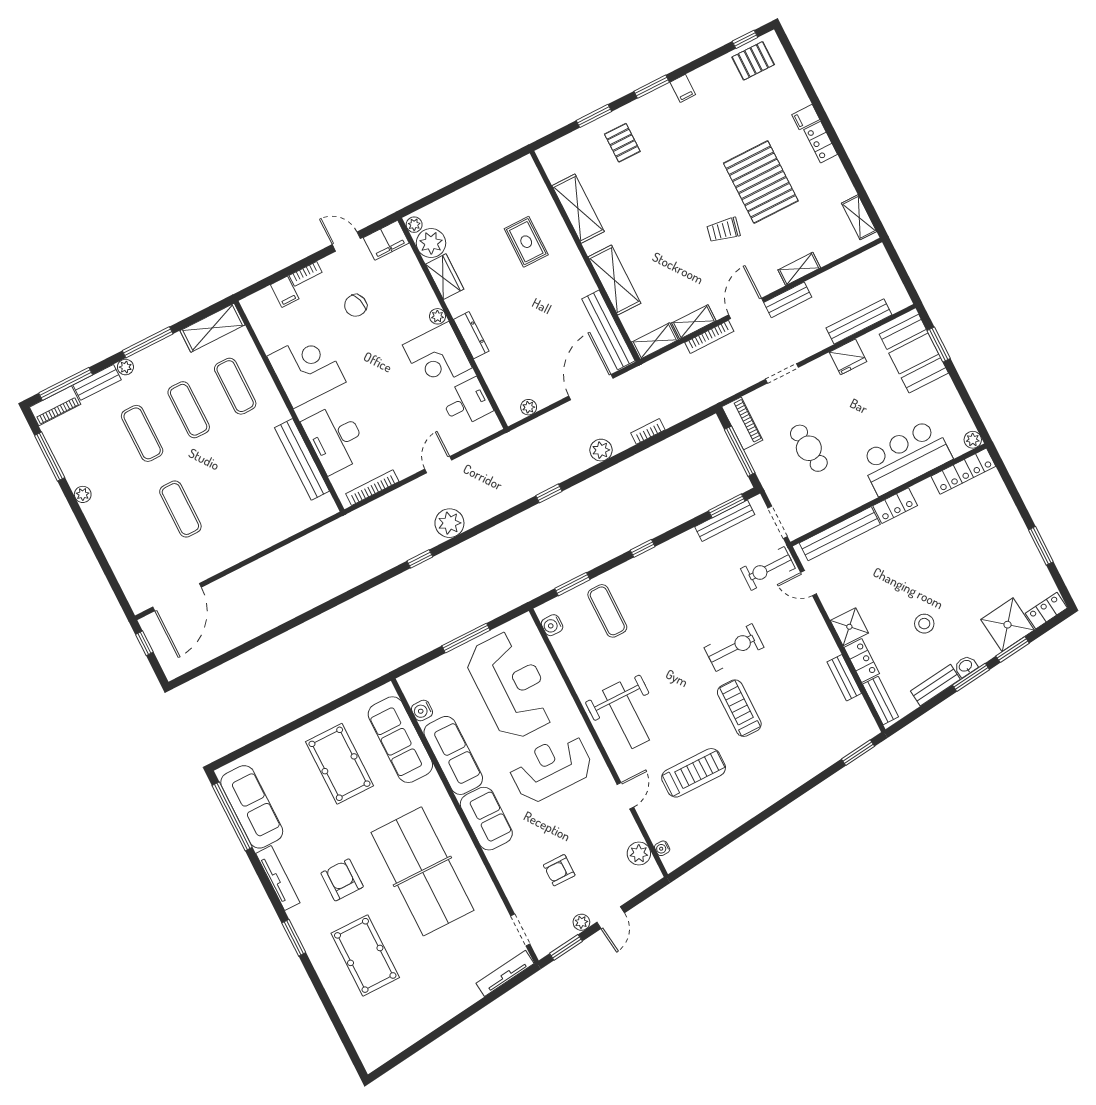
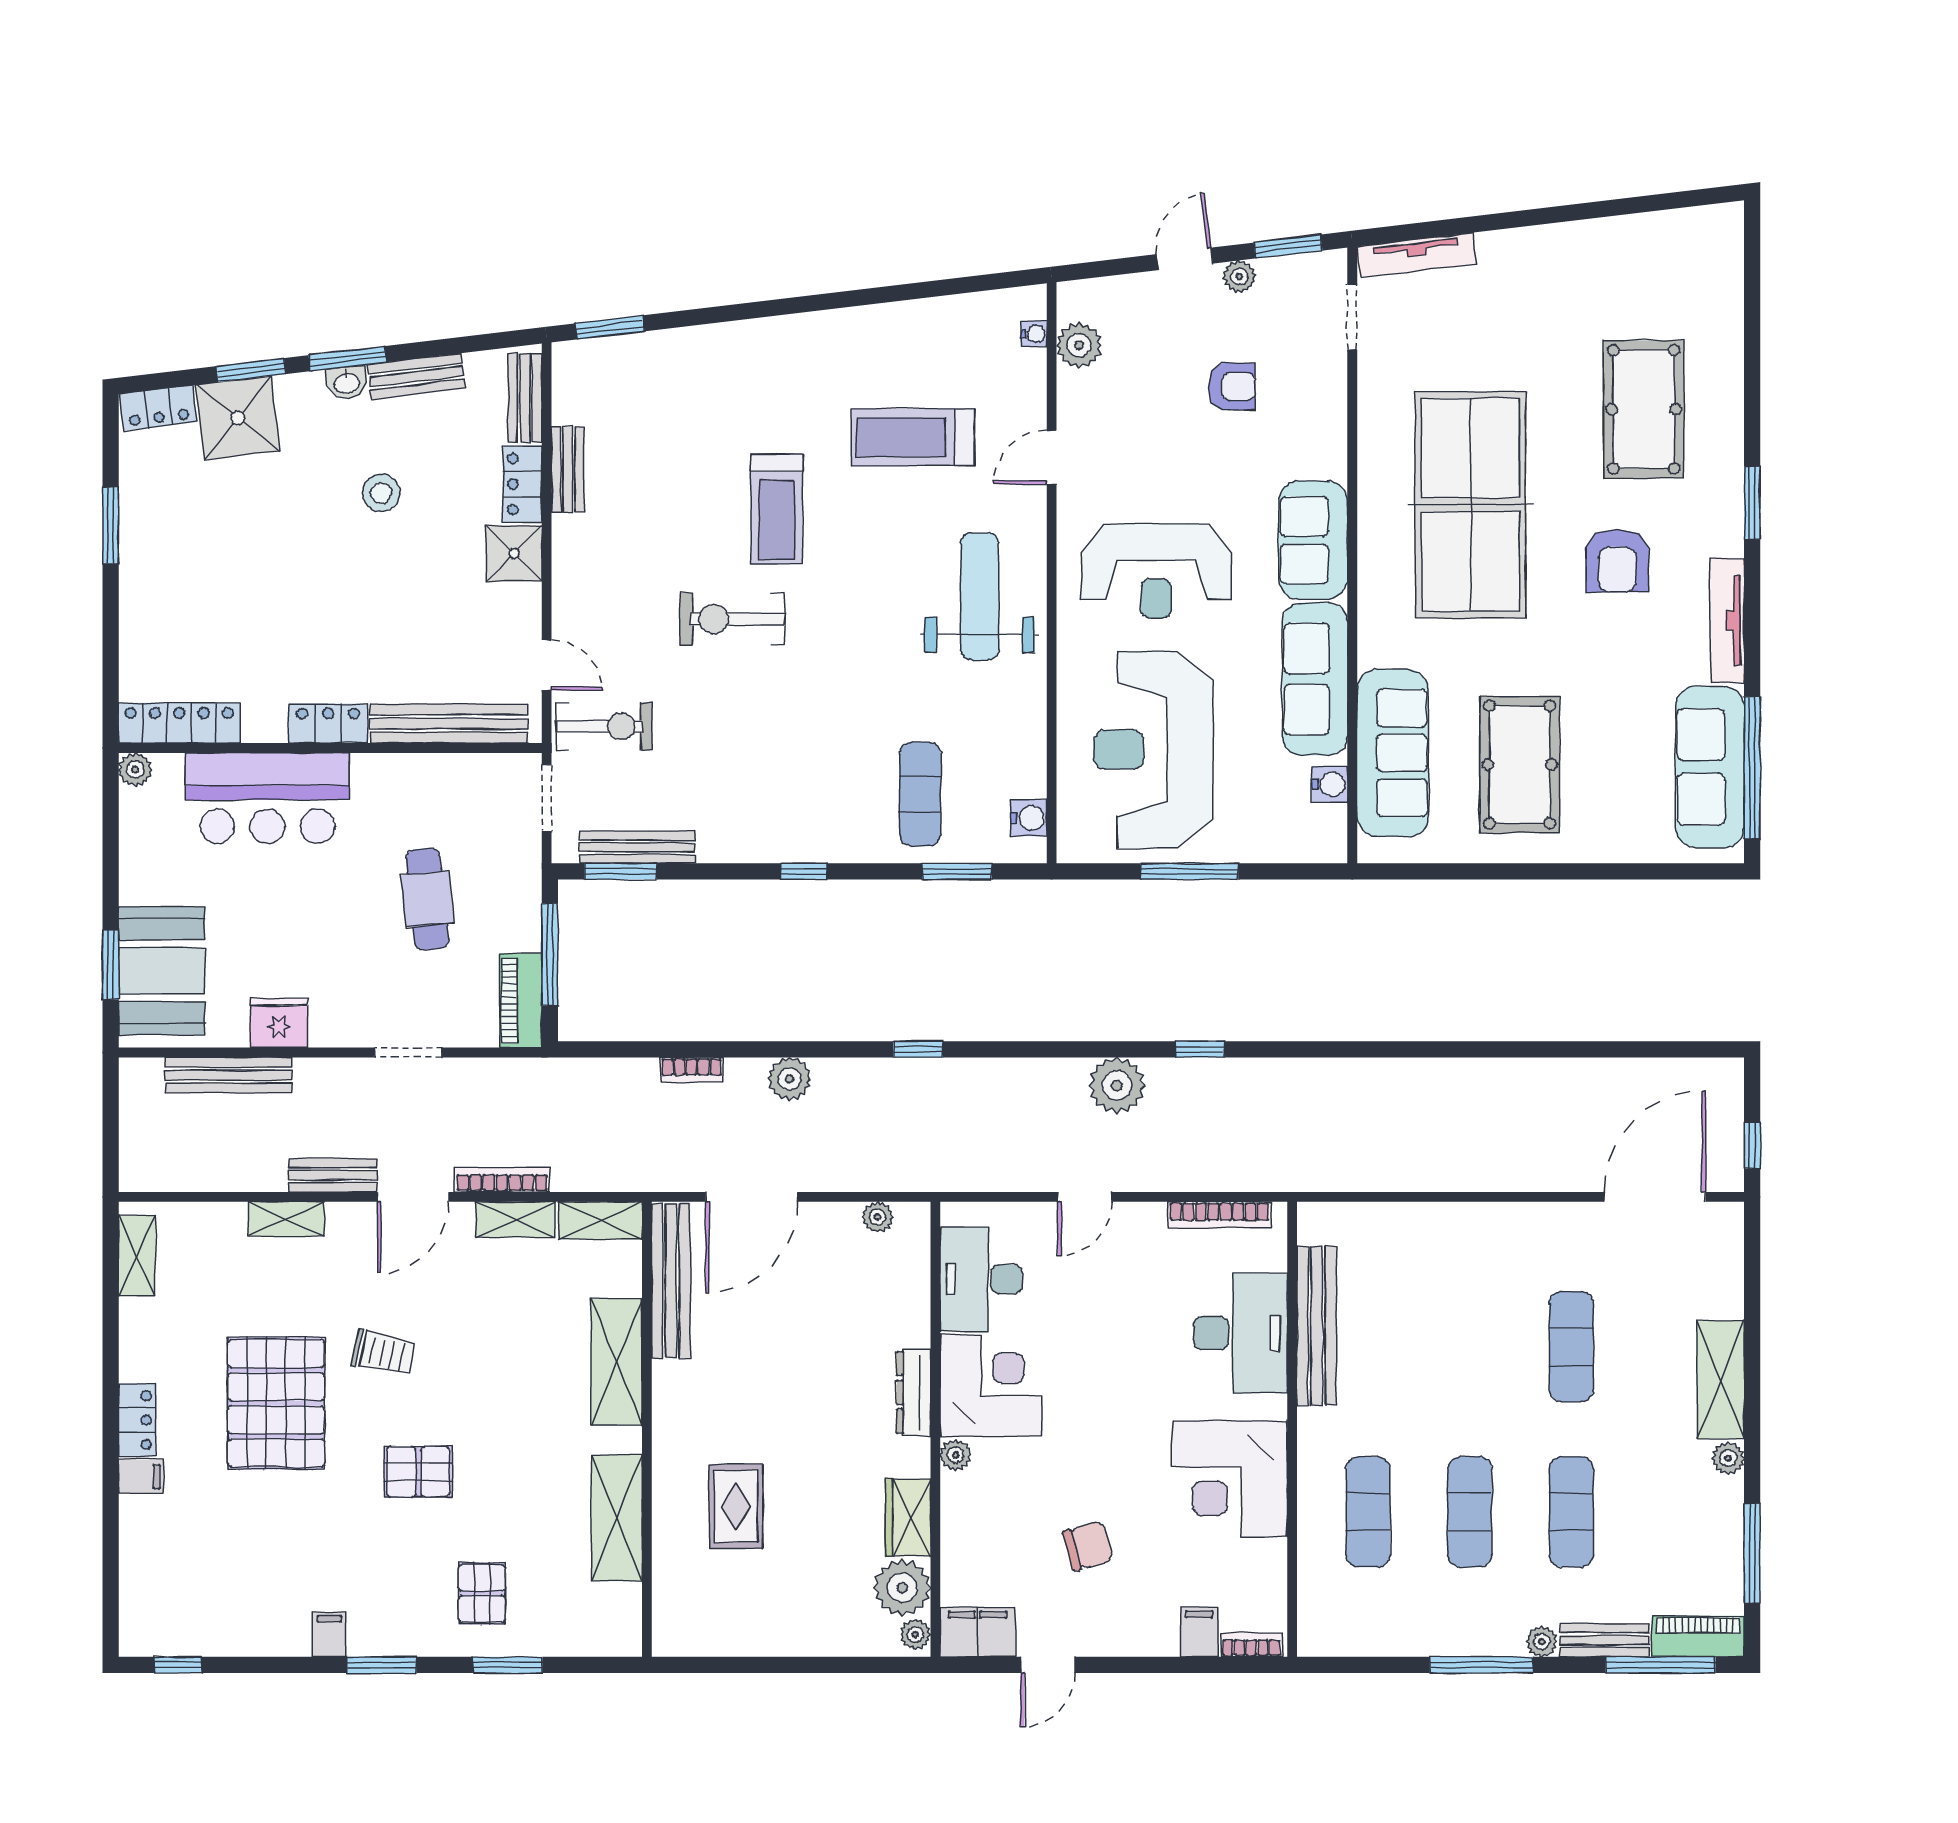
pallet: (753, 61) -> (418, 1472), moved
door: (346, 242) -> (1048, 1665), hinge flipped
bookcase: (306, 274) -> (1251, 1645), moved
shelving: (212, 328) -> (1721, 1380), moved, turned 90
desk: (467, 403) -> (981, 1279), width x1.37

